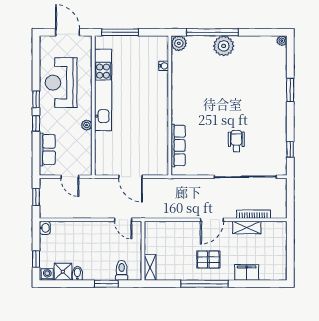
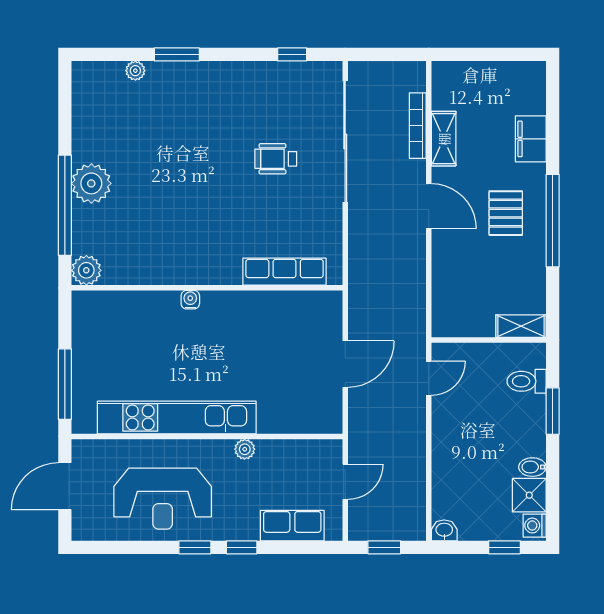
plant: (282, 41) -> (135, 71), moved
water cooler: (164, 66) -> (190, 300), moved

